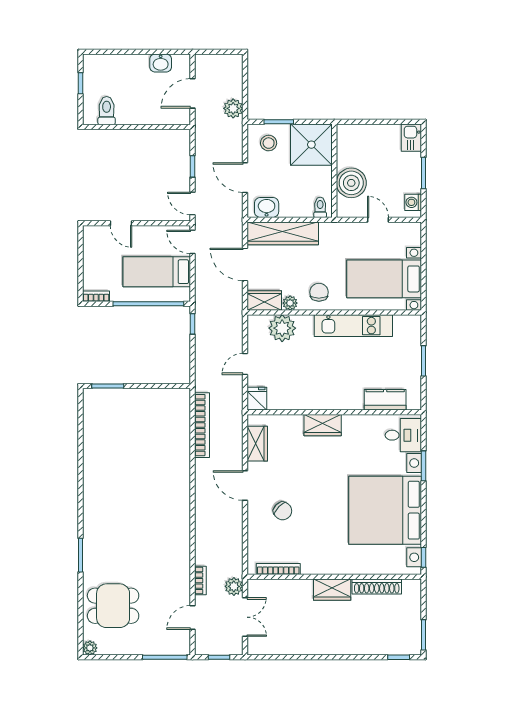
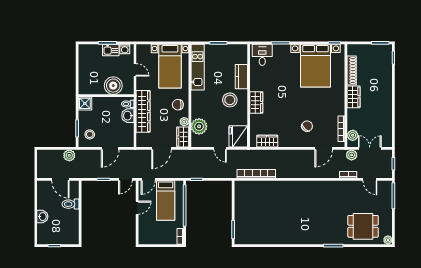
washbasin: (161, 63) -> (42, 217), moved
toilet: (107, 111) -> (71, 204), moved
kitchen sink: (411, 138) -> (111, 50), moved
shower: (311, 145) -> (85, 103), width x0.54, depth x0.54
washbasin: (267, 207) -> (128, 116), moved
door: (378, 220) -> (135, 70), swing flipped
door: (121, 223) -> (137, 208), moved
wardrobe: (283, 233) -> (143, 111), moved
kitchen unit: (353, 326) -> (198, 67), moved
stool: (327, 380) -> (230, 100), added
fridge: (257, 399) -> (238, 136), width x1.88, depth x1.34
kitchen counter: (385, 400) -> (241, 77), moved
door: (245, 486) -> (324, 148), moved
bed with nightstands: (385, 510) -> (315, 66), width x0.73
plant: (267, 588) -> (353, 135), added
dining table: (113, 606) -> (363, 226), turned 90

